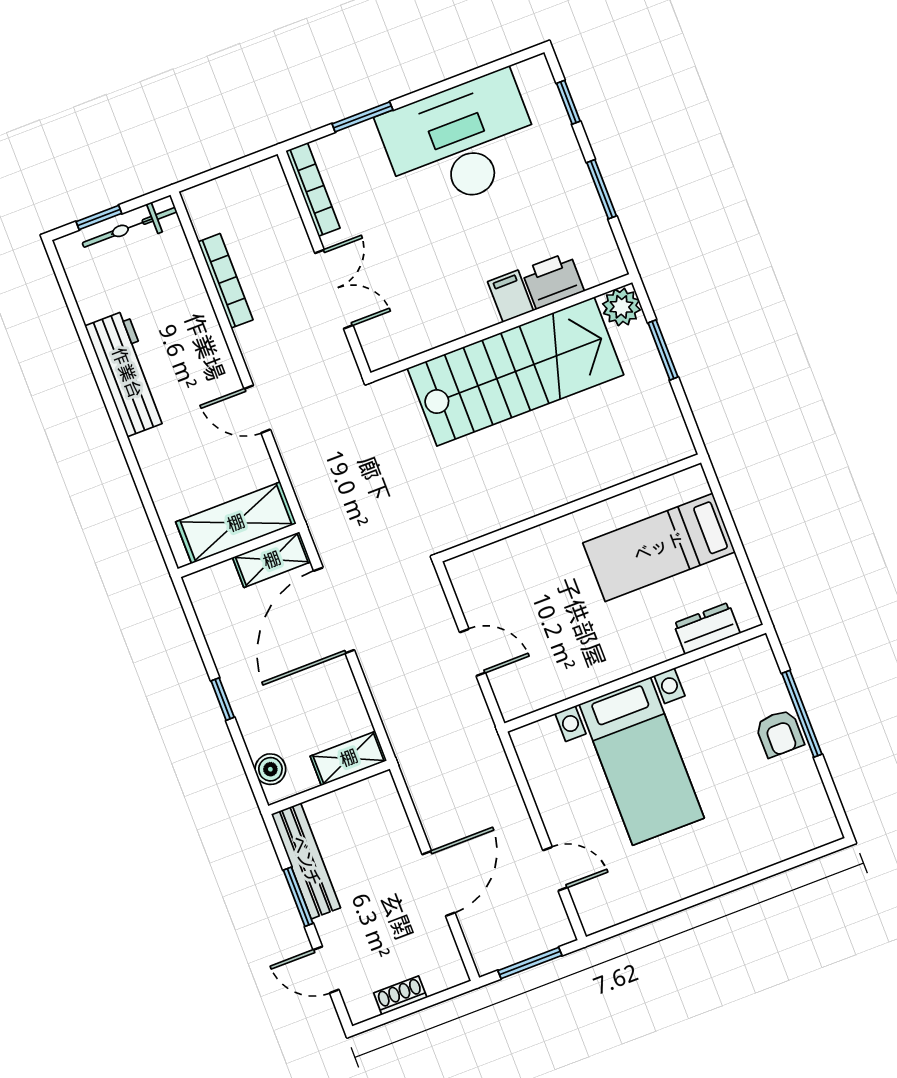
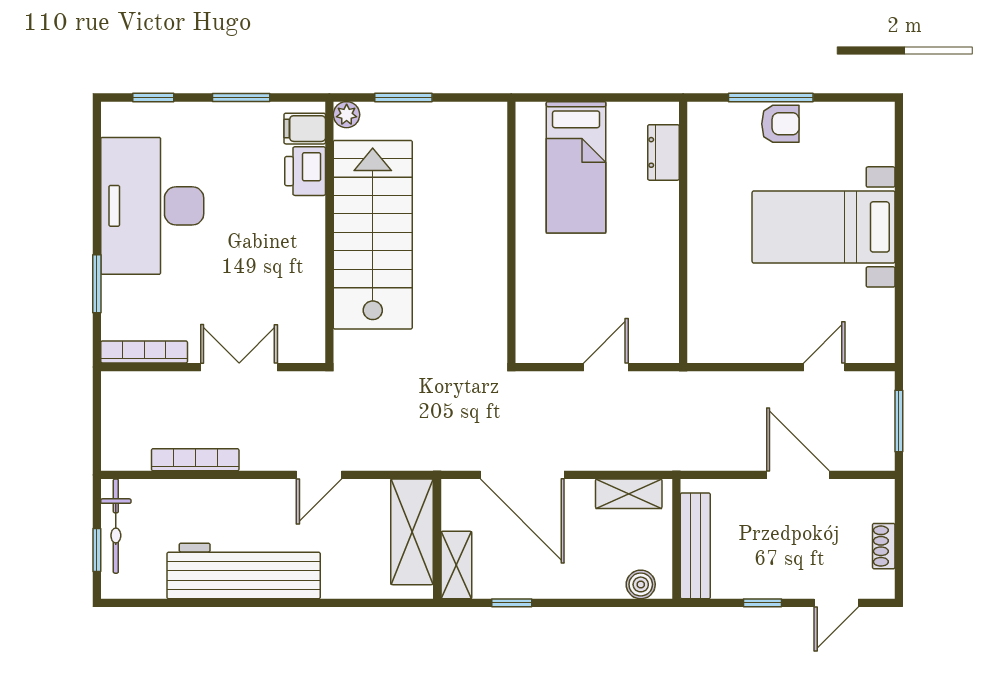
filing cabinet: (511, 296) -> (305, 129), moved
plant: (621, 307) -> (347, 115), width x0.73, depth x0.73
workbench: (127, 373) -> (244, 571), width x1.36, depth x1.32
shelving: (272, 560) -> (456, 565), moved
window: (223, 699) -> (512, 603), moved
shelving: (349, 758) -> (629, 494), moved, turned 90
bed with nightstands: (642, 761) -> (824, 227), moved, turned 180
bench: (306, 861) -> (695, 546), moved, turned 90
window: (298, 897) -> (762, 603), width x0.67

